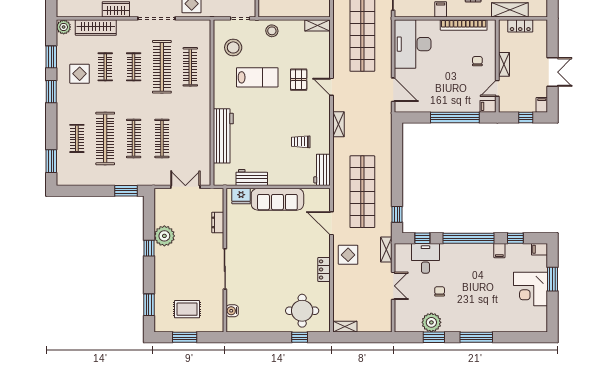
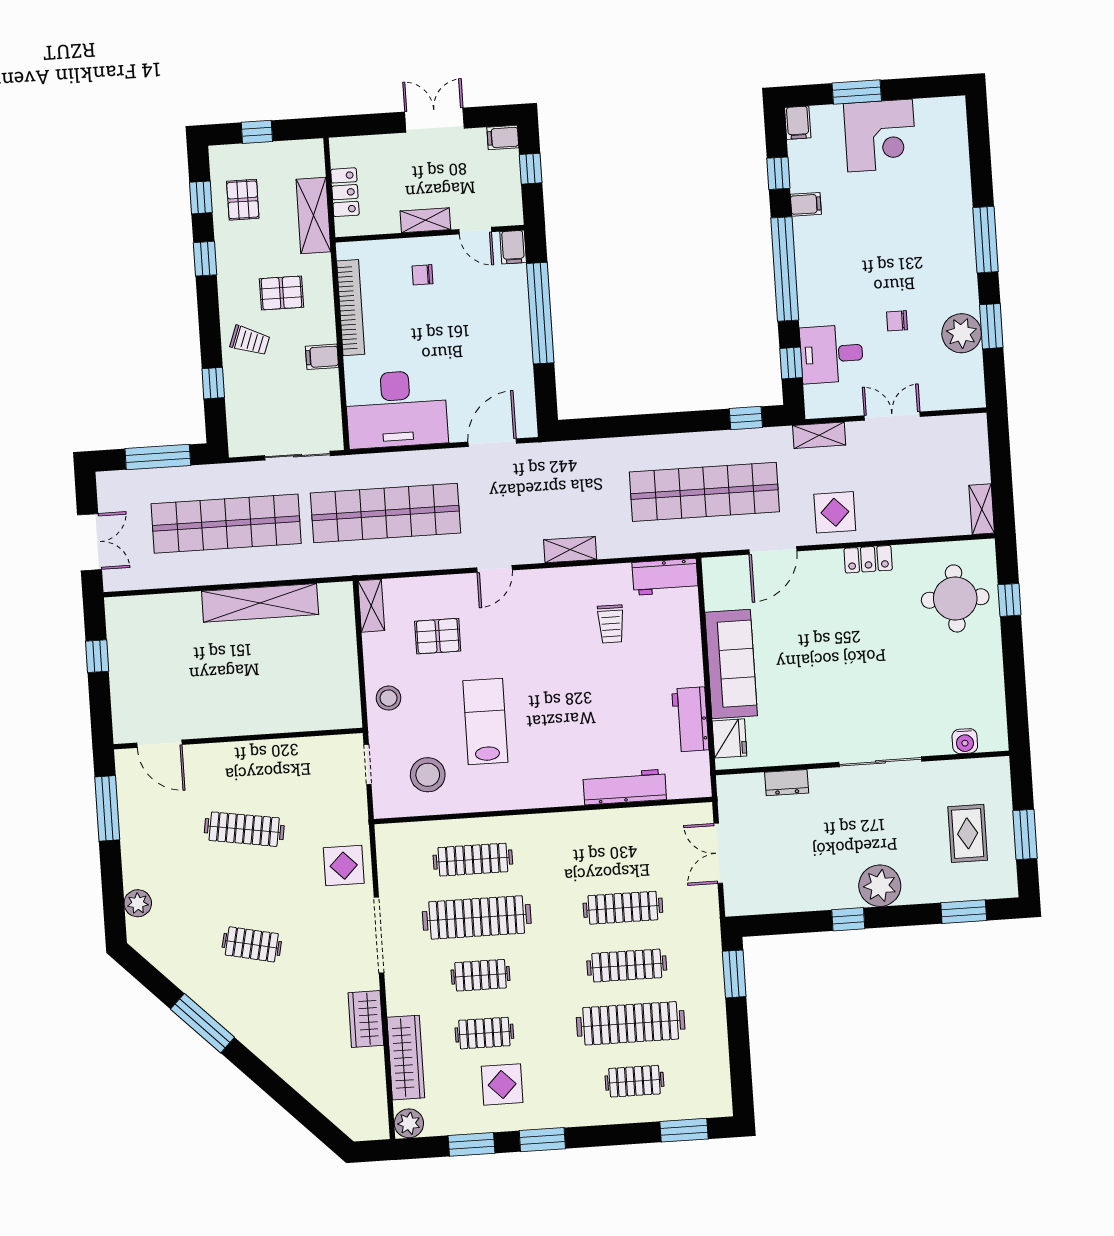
pallet: (299, 80) -> (438, 636), moved
workbench: (223, 136) -> (625, 787), width x0.73, depth x0.76
plant: (164, 236) -> (880, 886), moved

